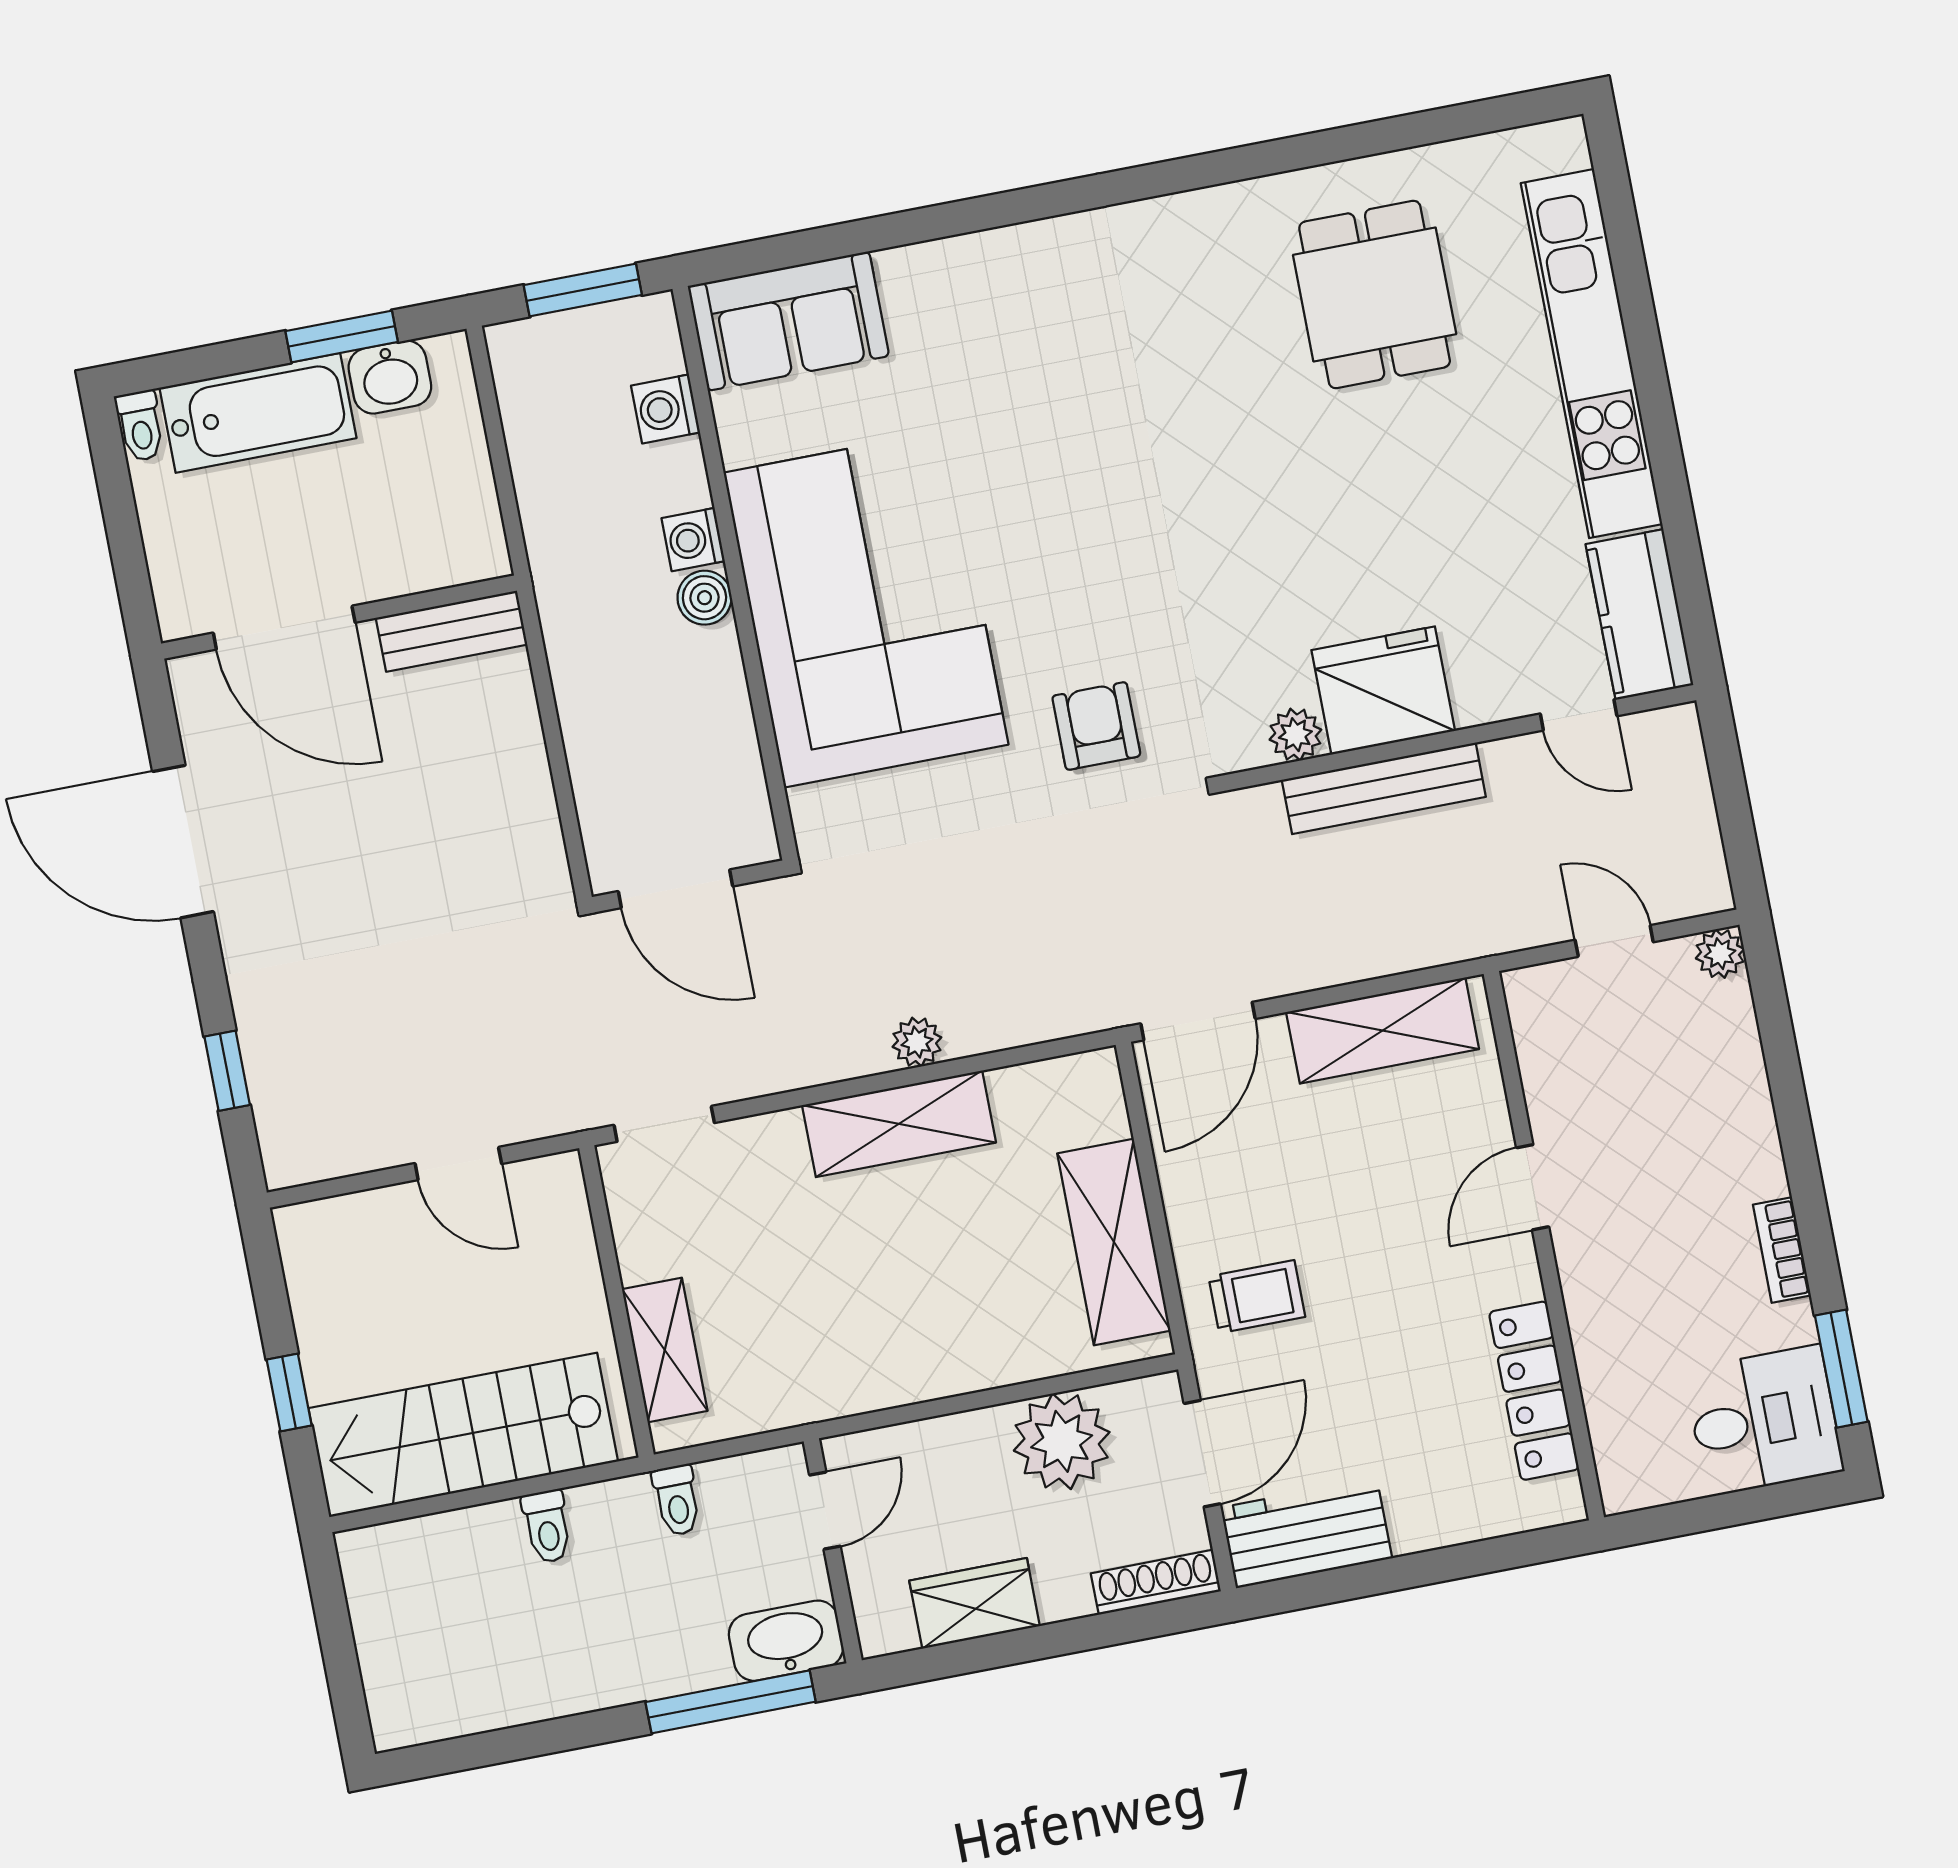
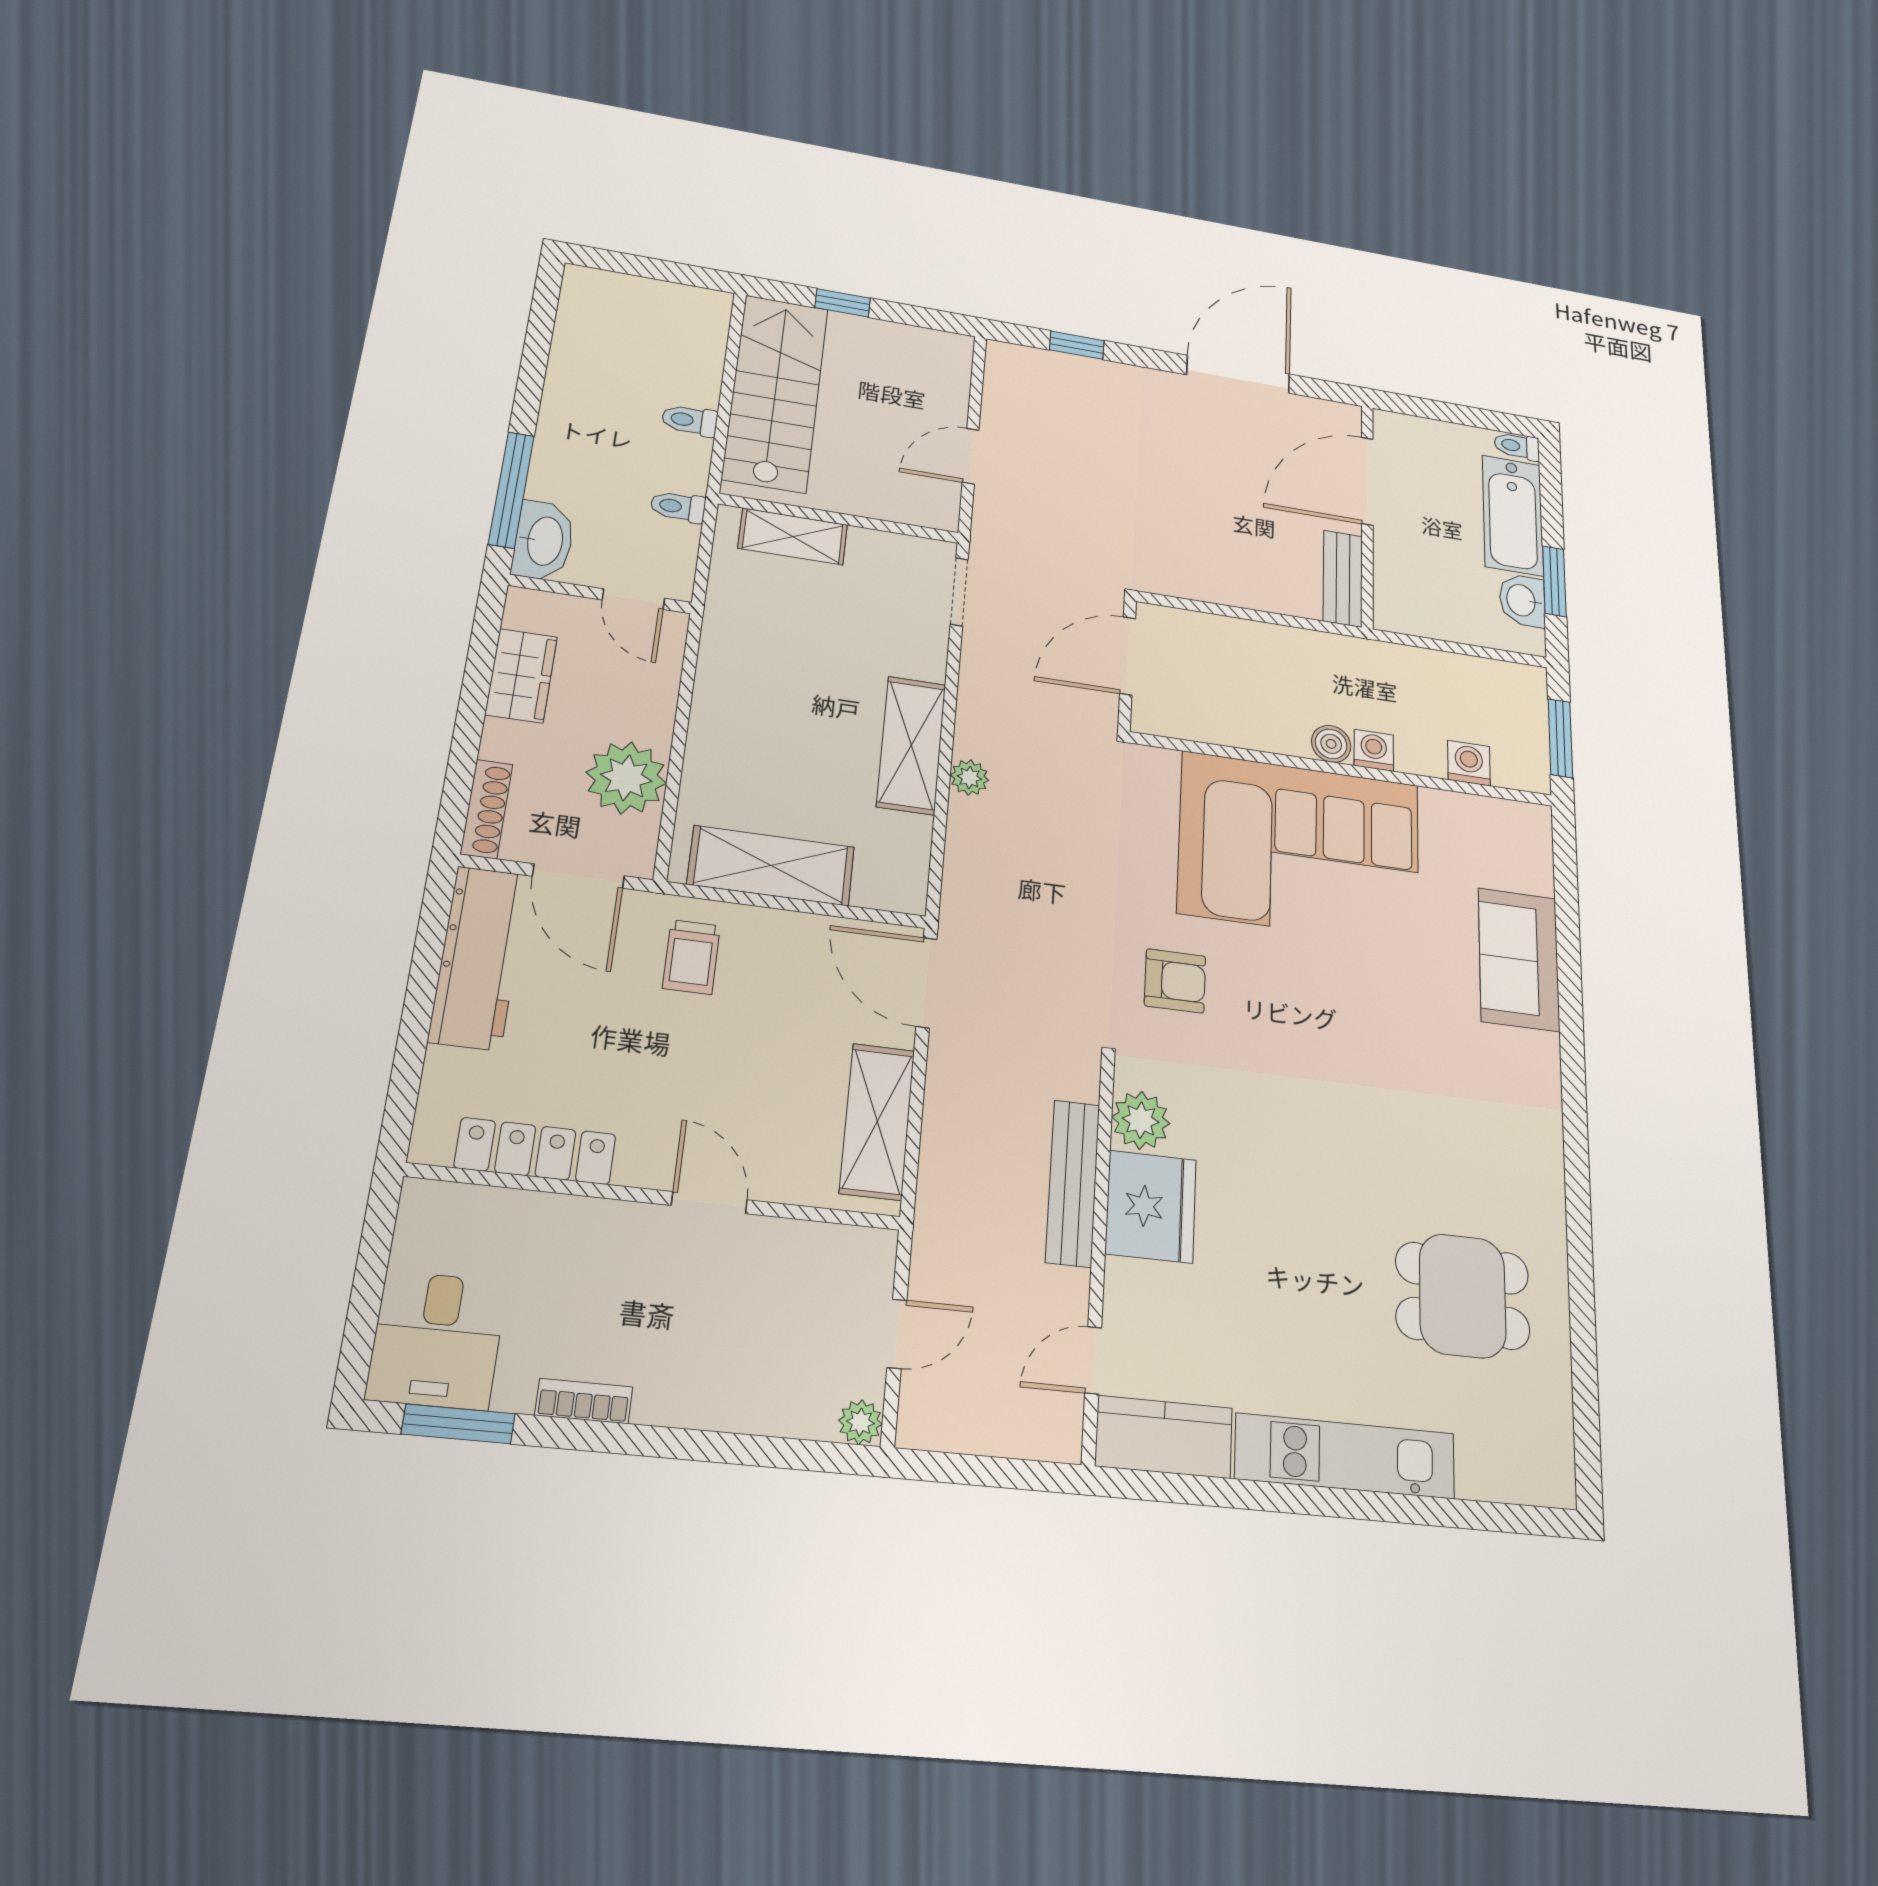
sofa: (788, 321) -> (1519, 959), moved
kitchen unit: (1592, 354) -> (1345, 1456), width x0.73
plant: (1295, 735) -> (1141, 1120), width x1.38, depth x1.38
workbench: (1306, 1533) -> (479, 958), width x1.38

